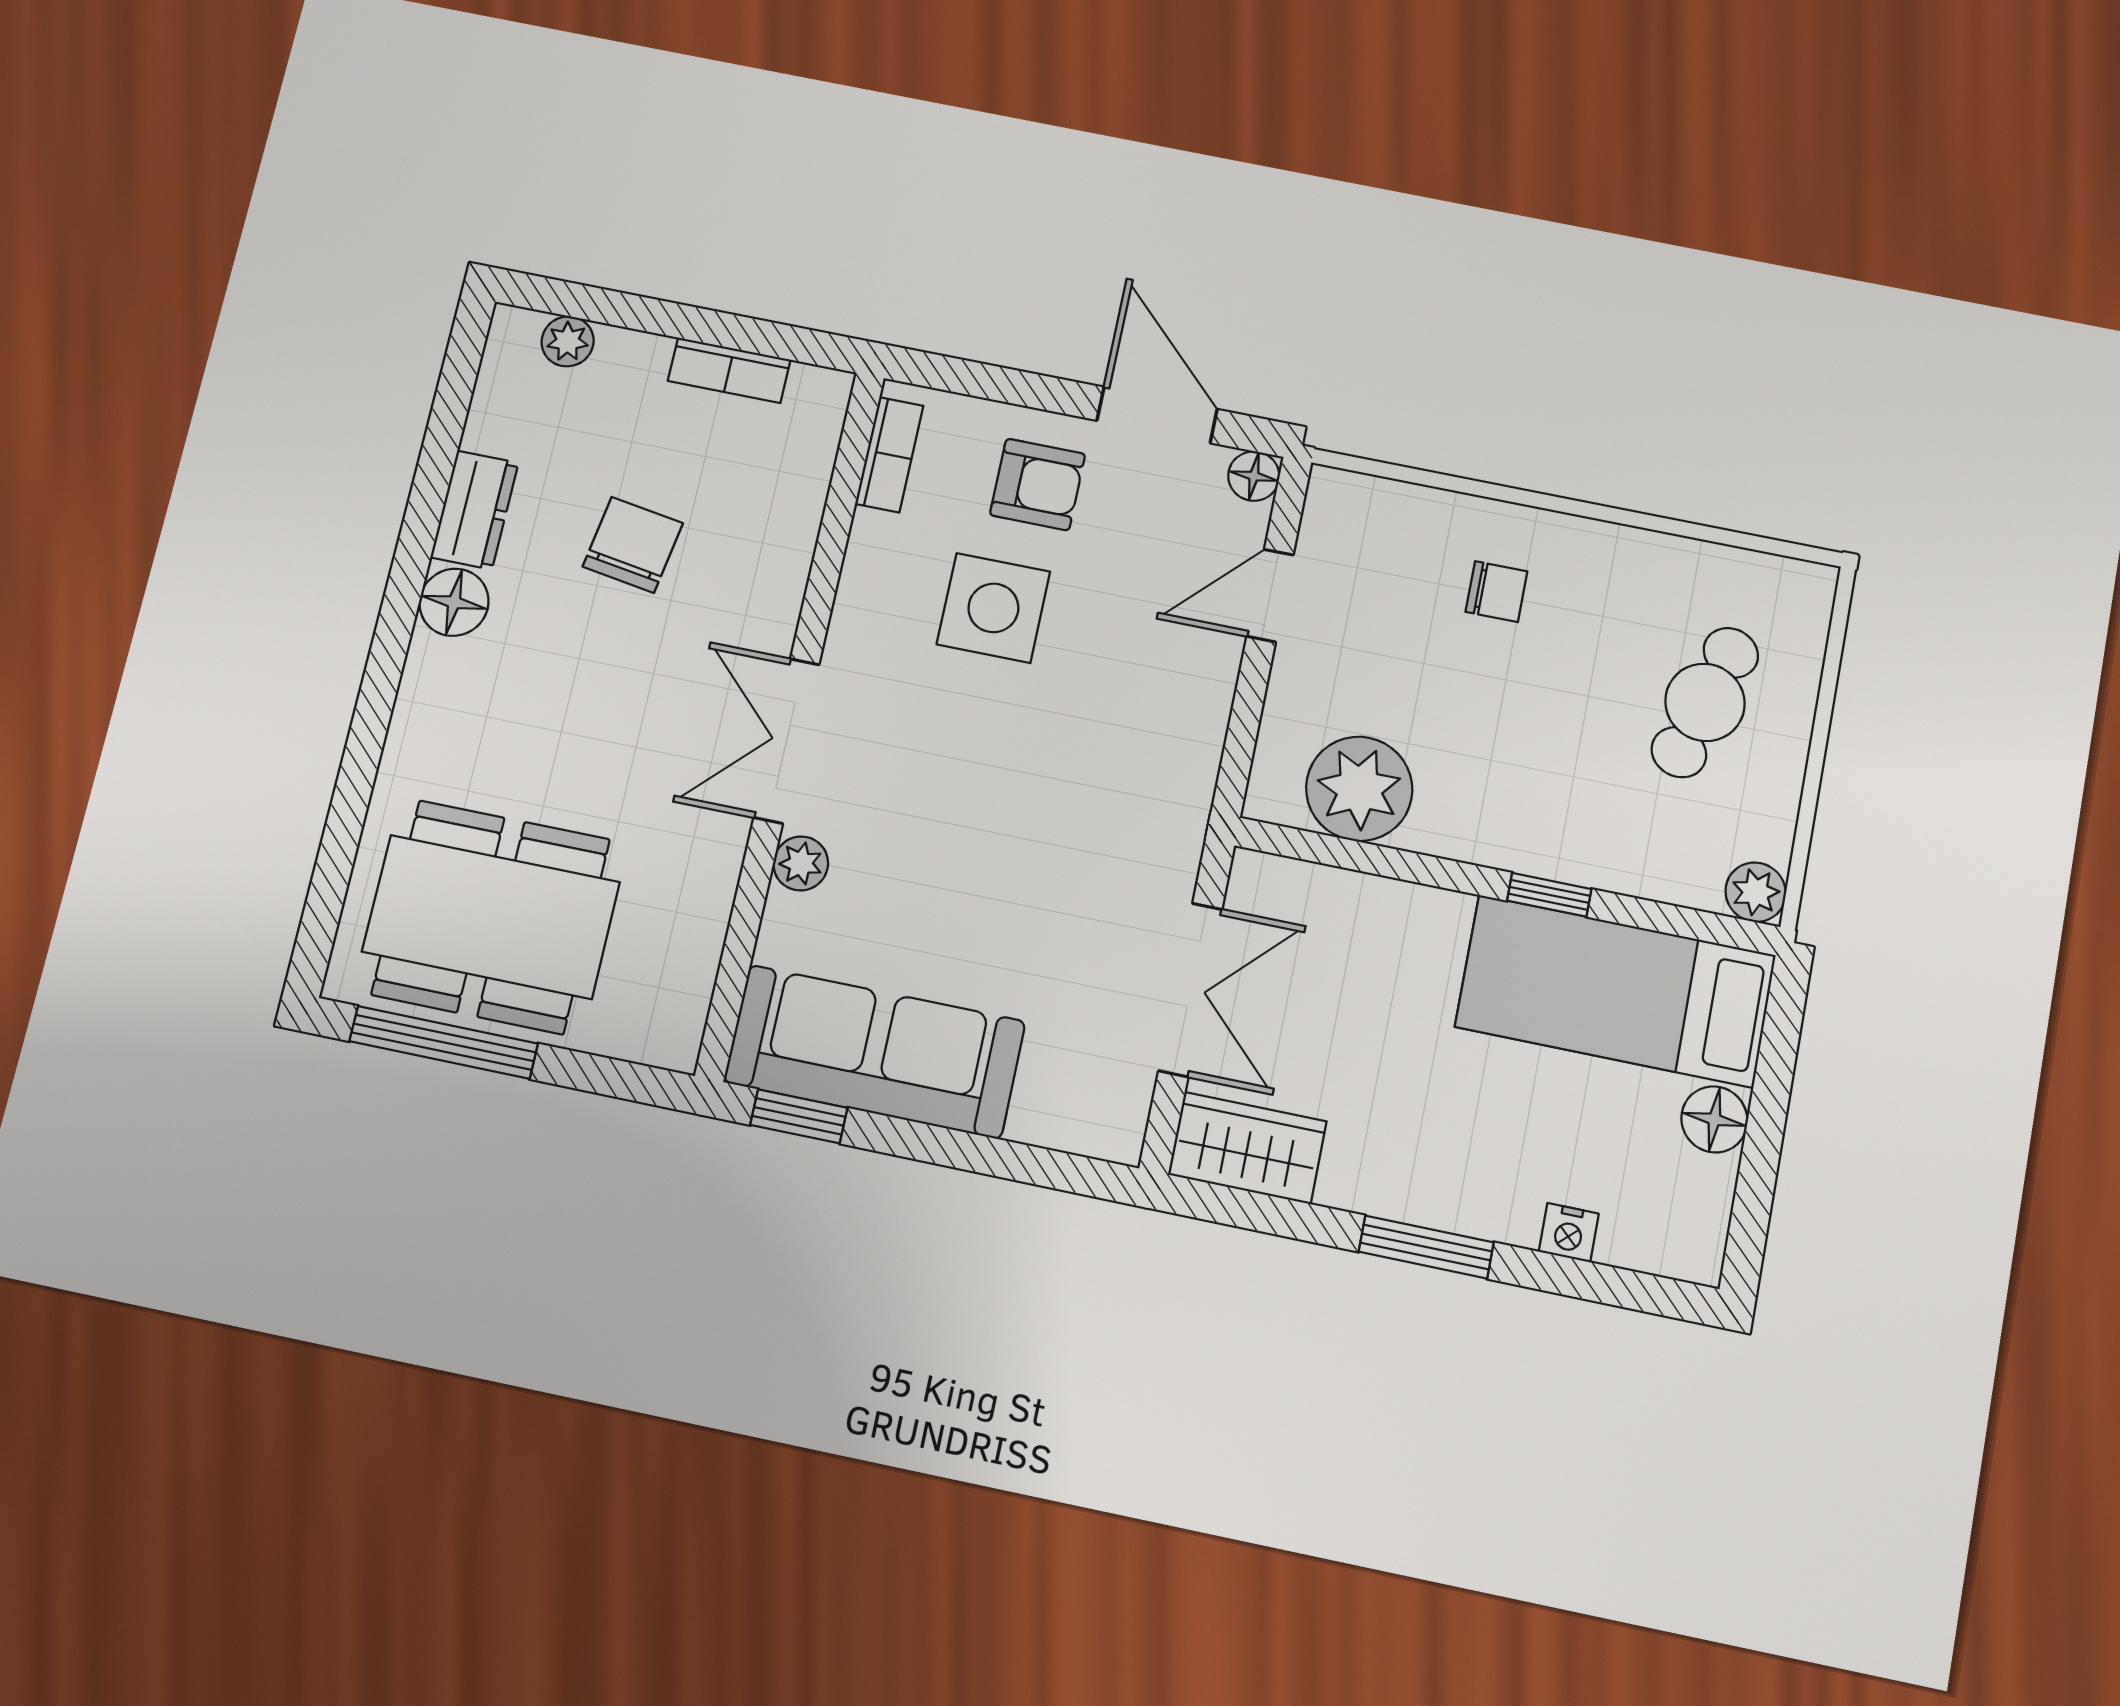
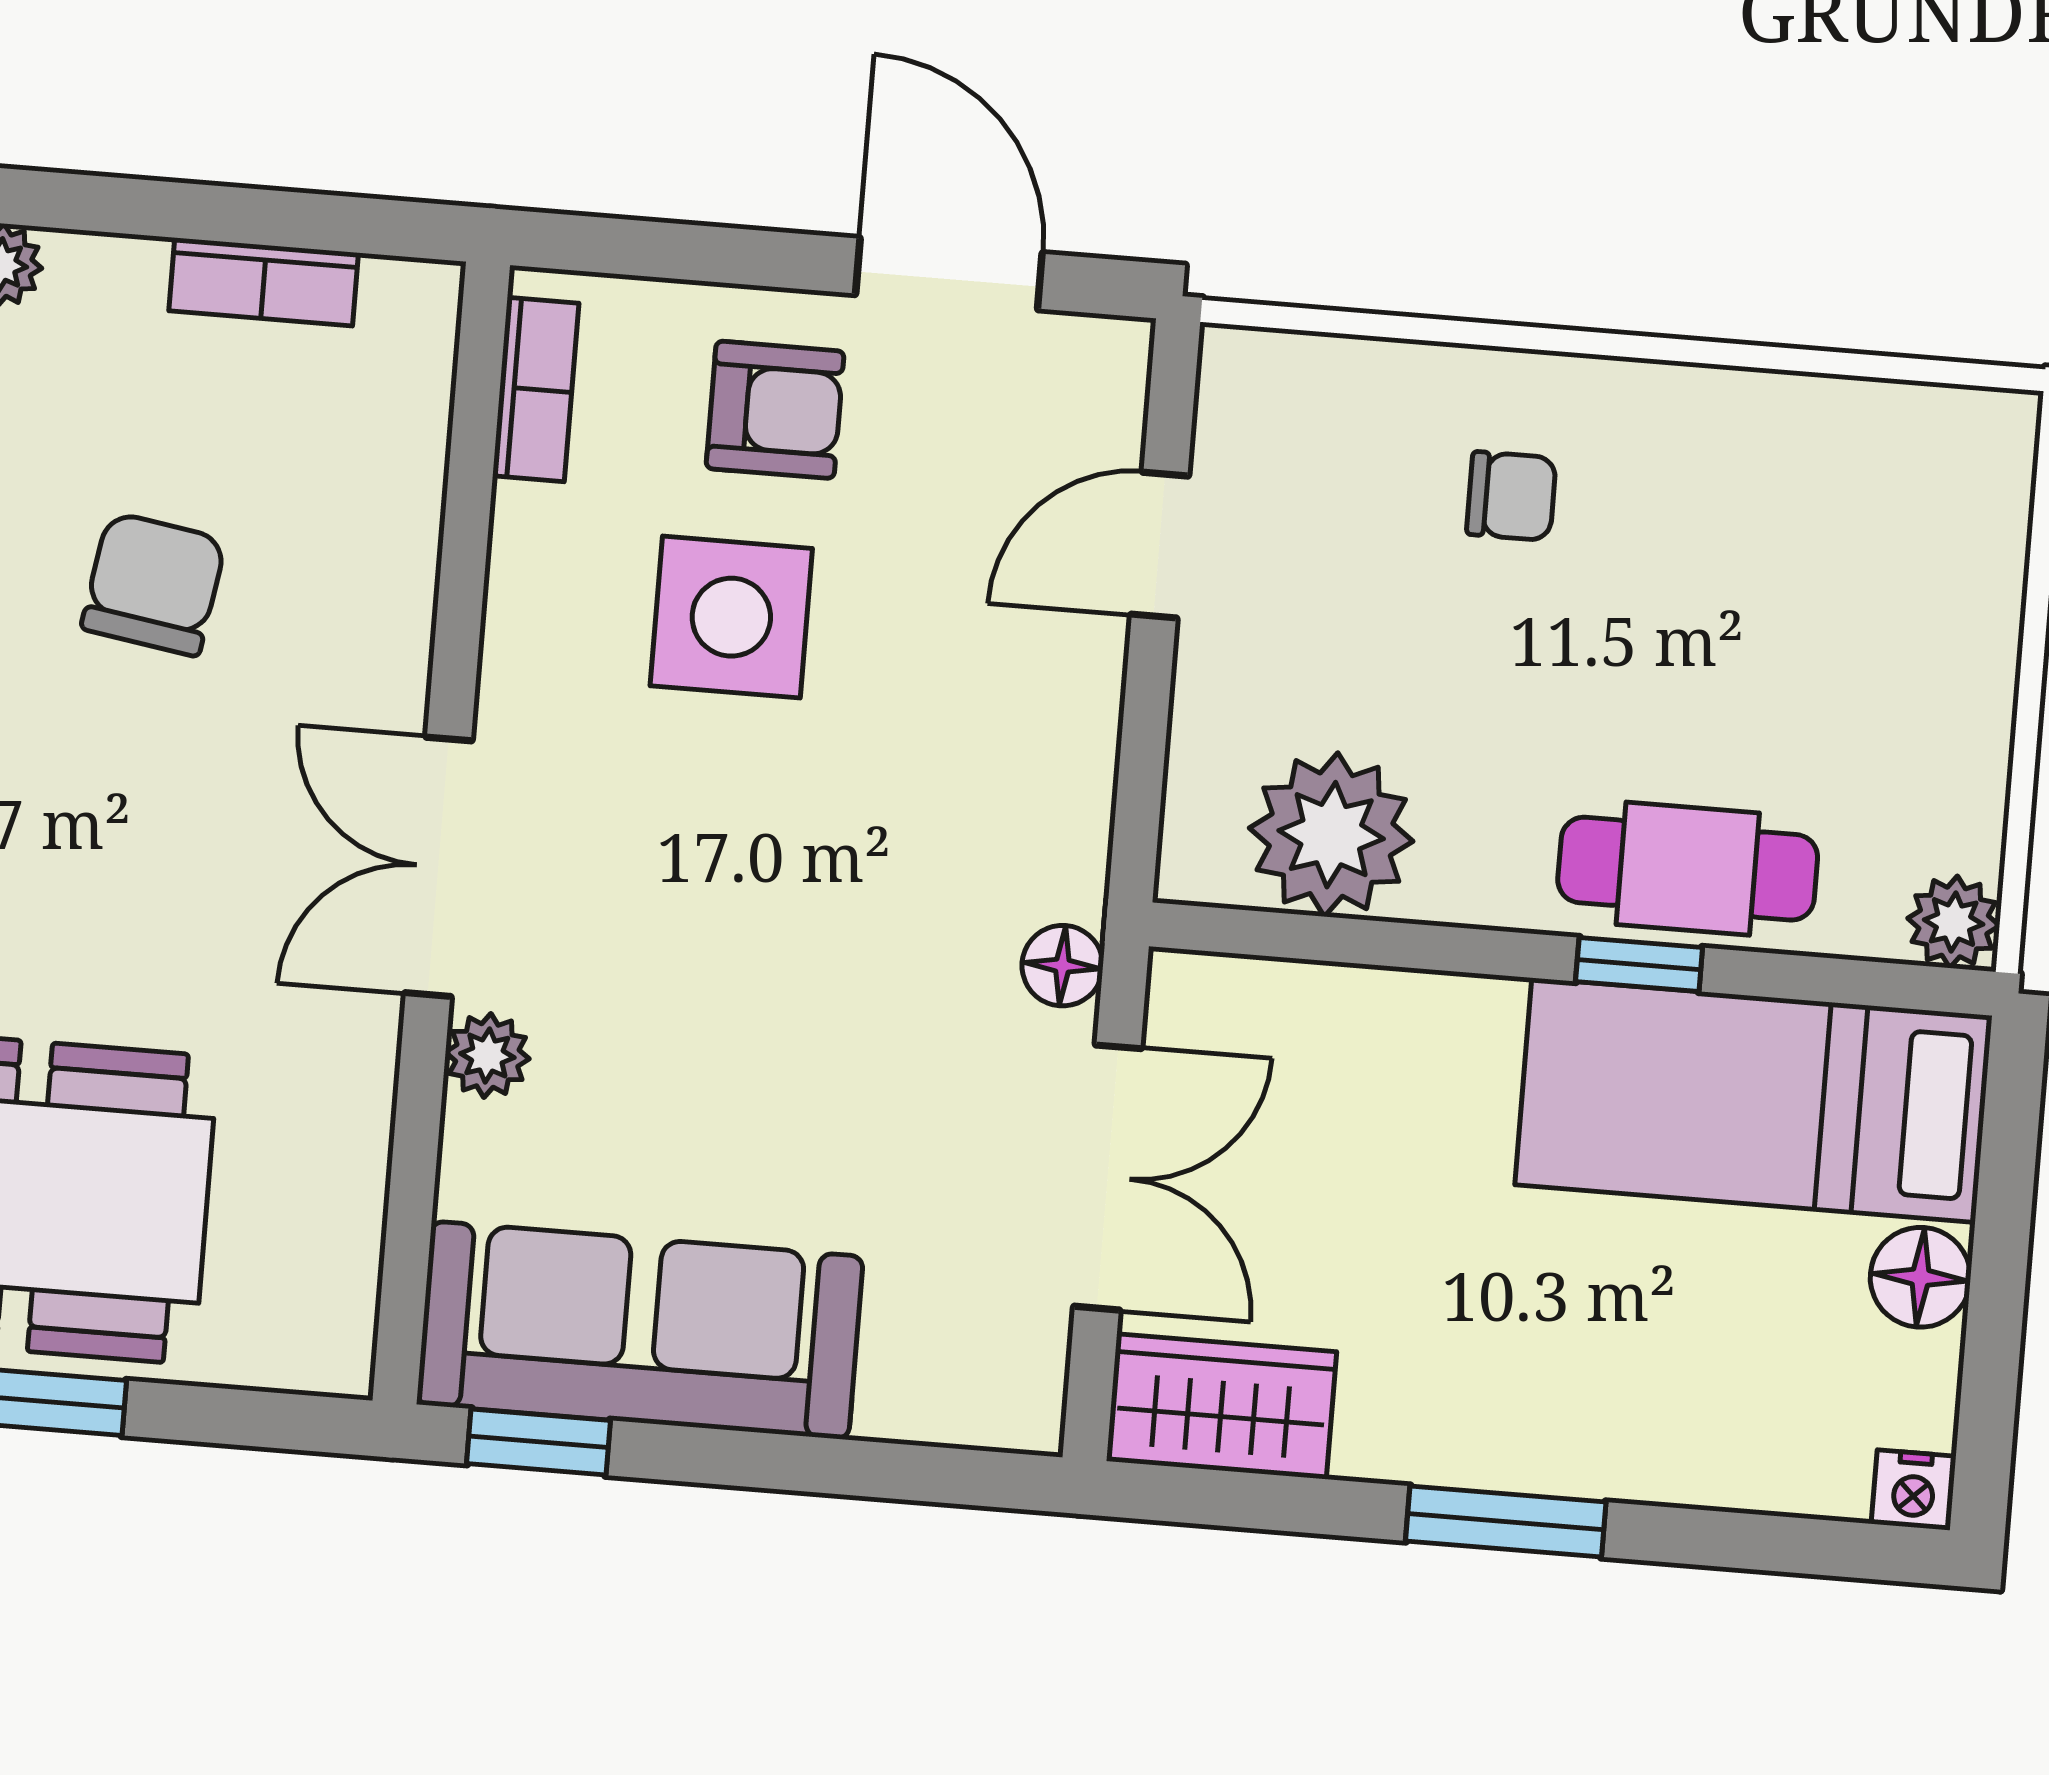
floor lamp: (1254, 476) -> (1062, 966), moved
cafe table: (1705, 702) -> (1688, 869), moved, turned 73
nightstand: (1569, 1233) -> (1914, 1490), moved

